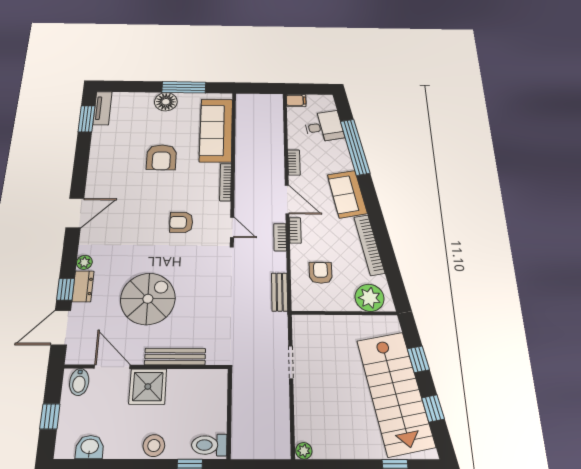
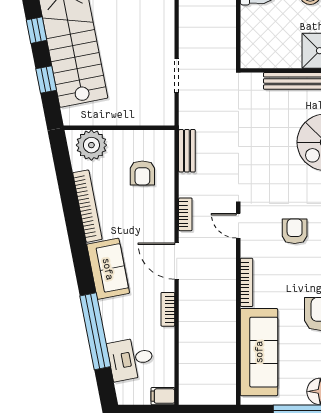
armchair: (181, 222) -> (295, 231), turned -90
bookcase: (295, 230) -> (168, 223), removed

